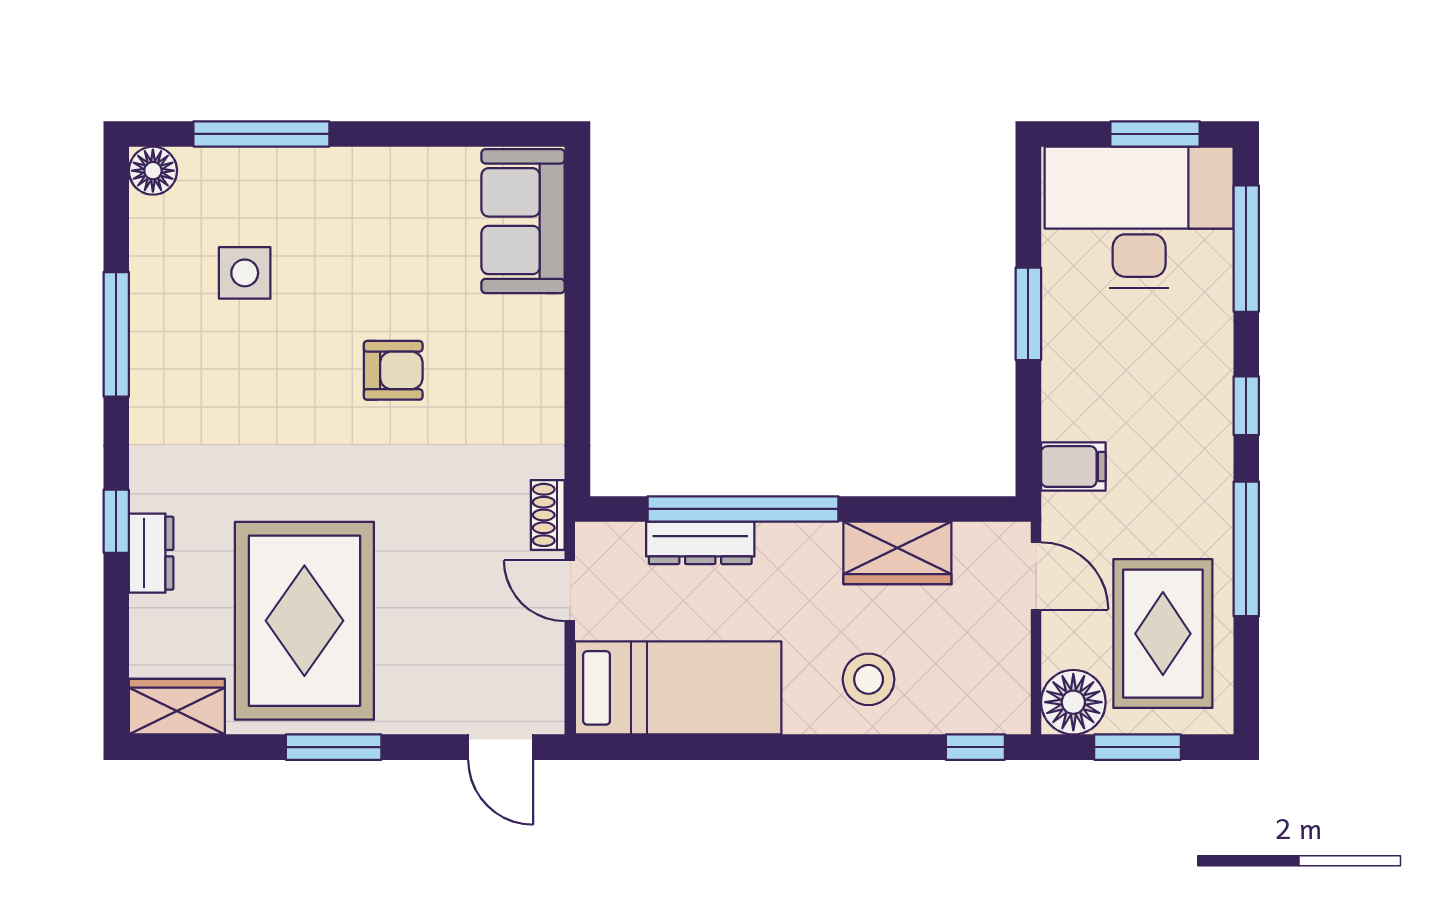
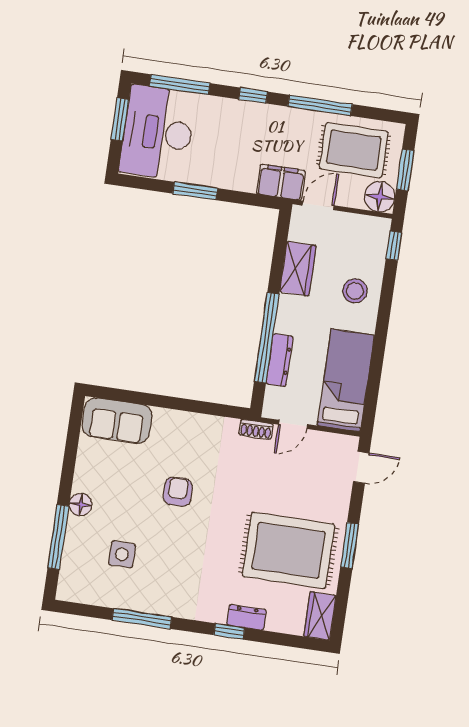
floor lamp: (153, 171) -> (81, 505), moved
filing cabinet: (1073, 467) -> (281, 182), width x2.00

